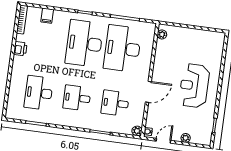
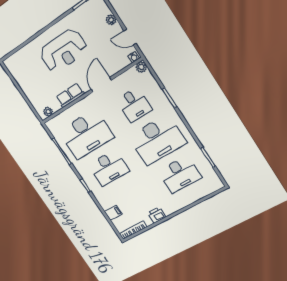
desk: (84, 43) -> (109, 168), width x0.73, depth x0.77
row of seats: (160, 62) -> (70, 95), added
door: (148, 92) -> (101, 85), hinge flipped
desk: (77, 98) -> (157, 140), width x1.87, depth x1.30

